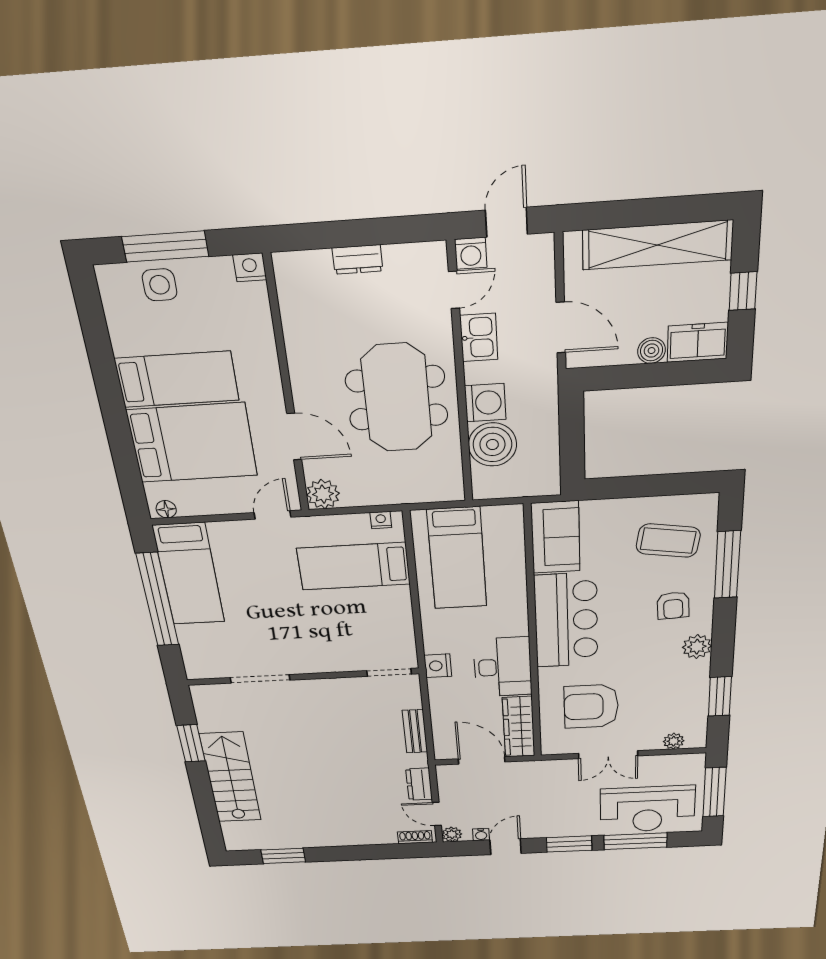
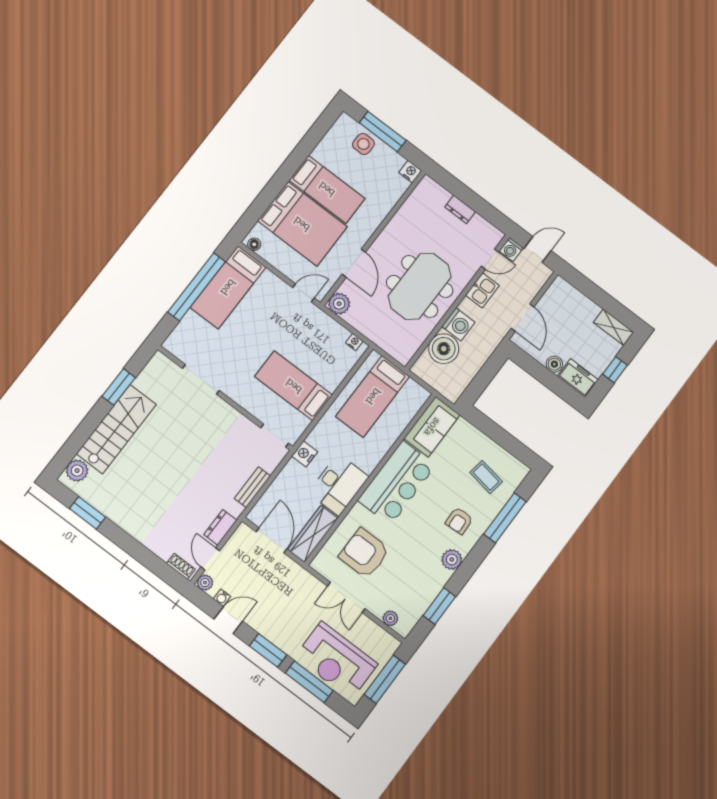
shelving: (657, 245) -> (613, 327), width x0.45, depth x0.75
coffee table: (668, 541) -> (486, 477), width x0.73, depth x0.77
bed: (354, 566) -> (294, 386), moved
plant: (235, 833) -> (77, 471), added

